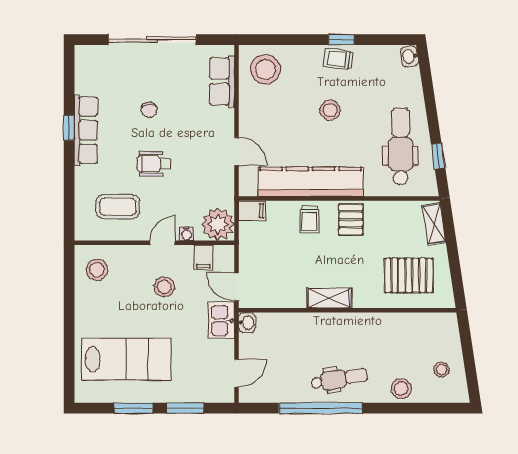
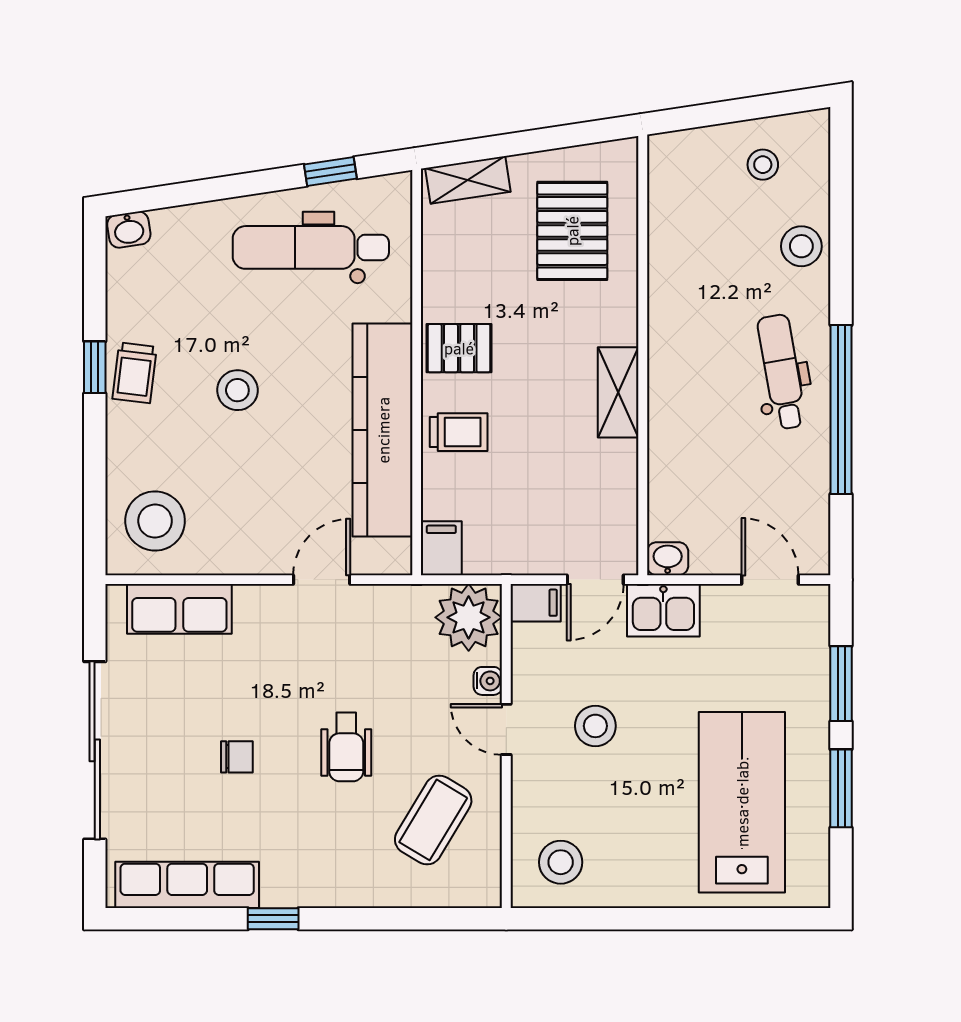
row of seats: (86, 130) -> (187, 885), moved
coffee table: (118, 207) -> (433, 820), turned 31
filing cabinet: (203, 257) -> (536, 603), moved

